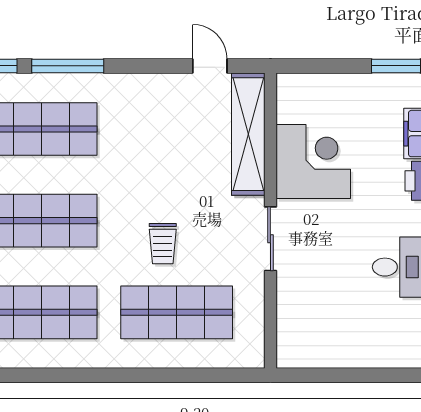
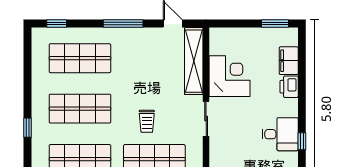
window: (68, 66) -> (123, 24), moved

